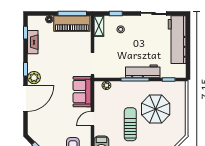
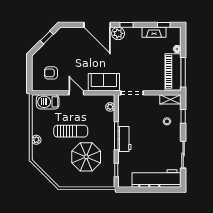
workbench: (143, 71) -> (124, 139), width x0.73

